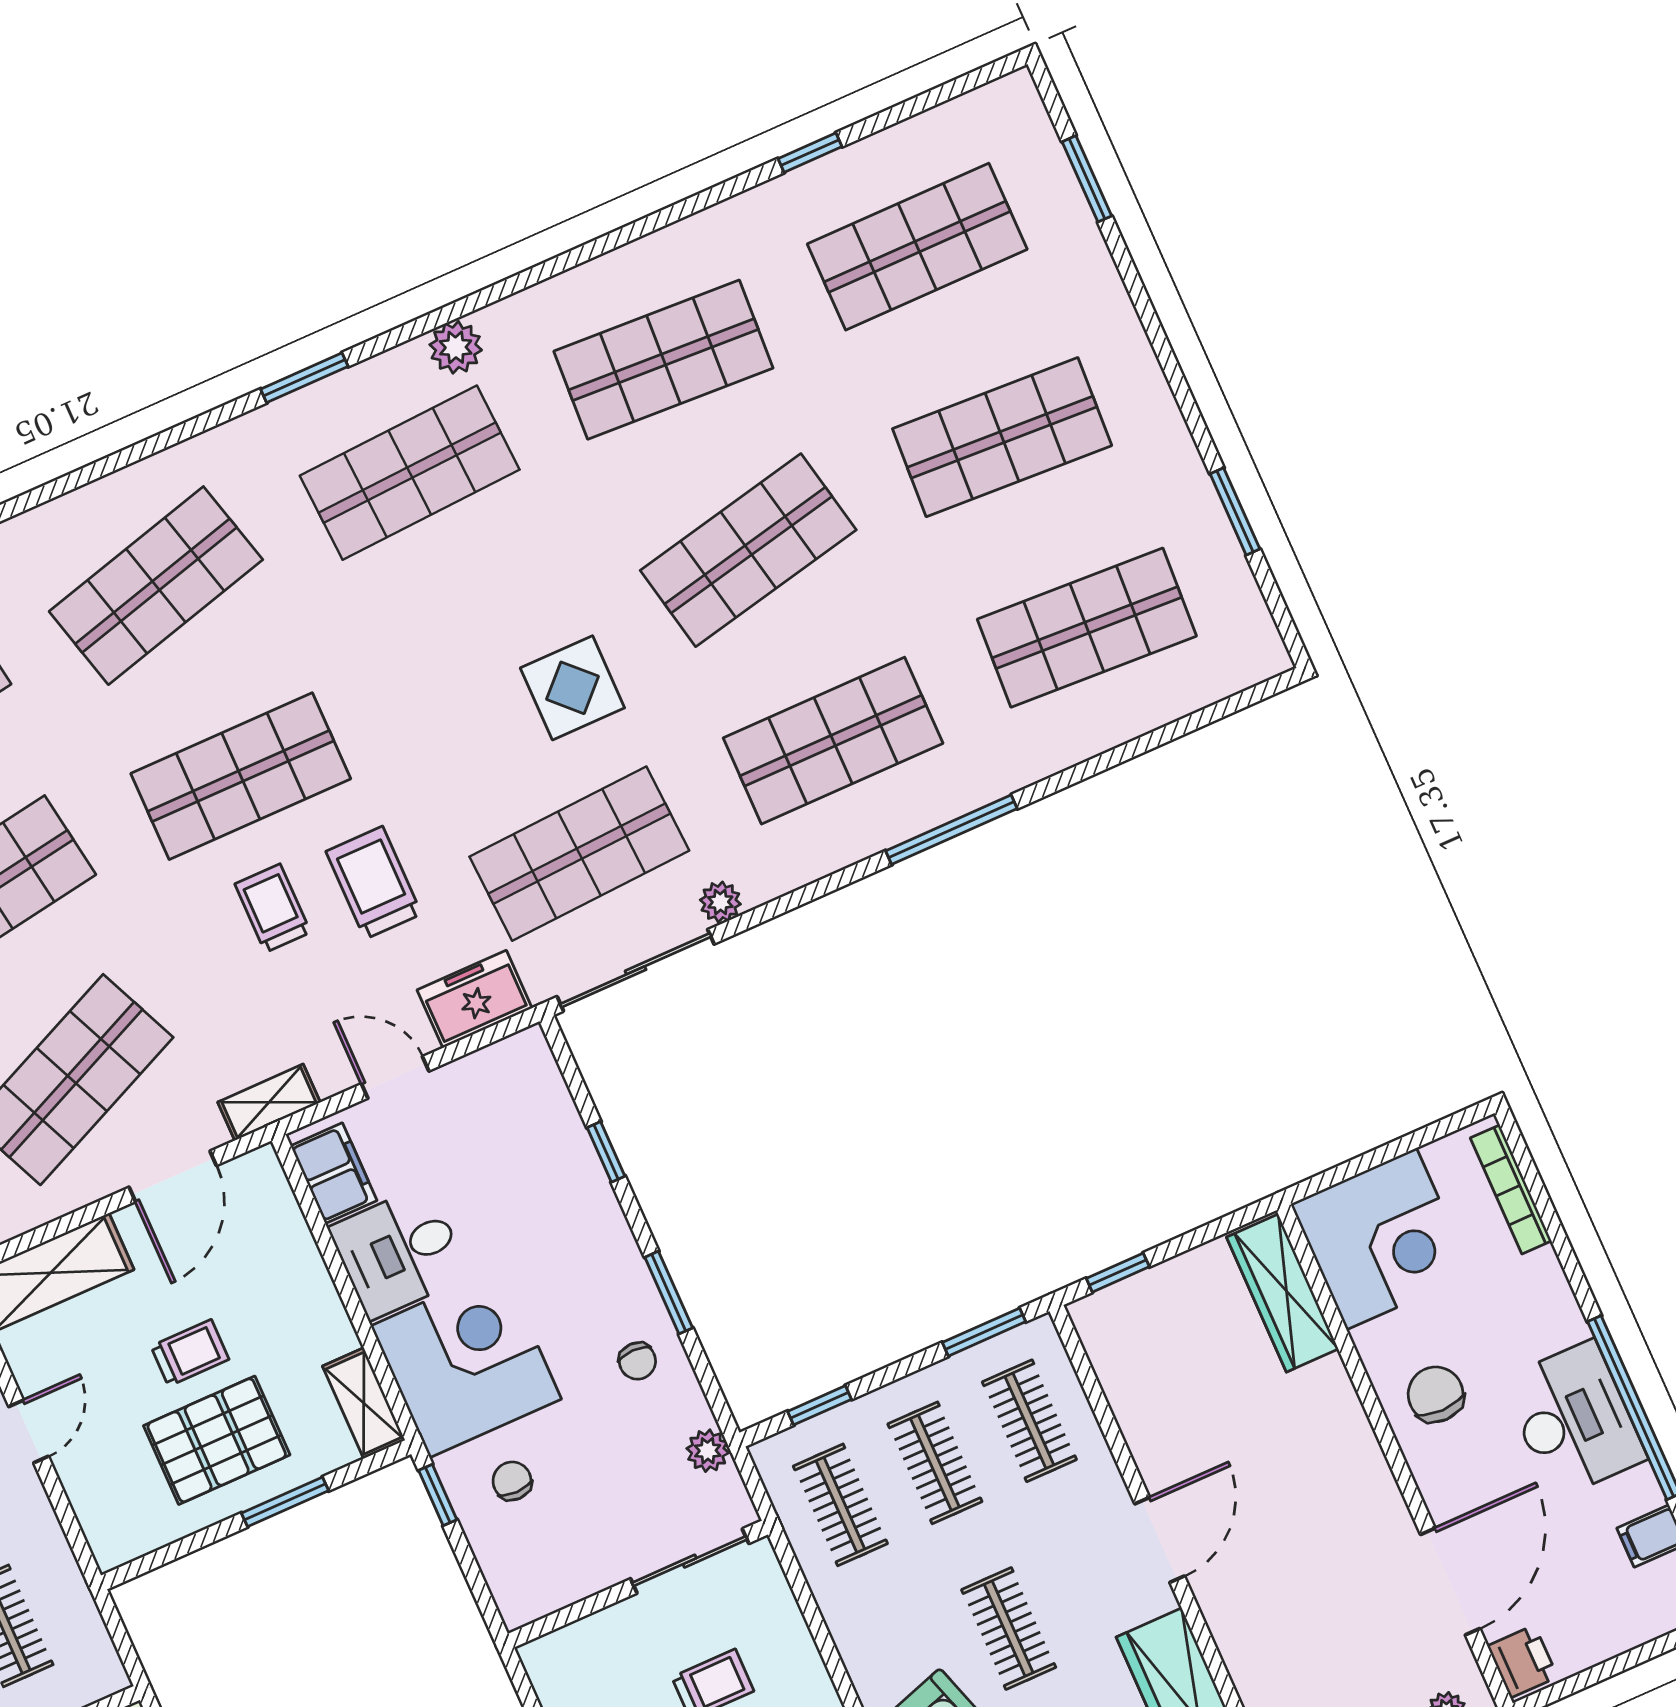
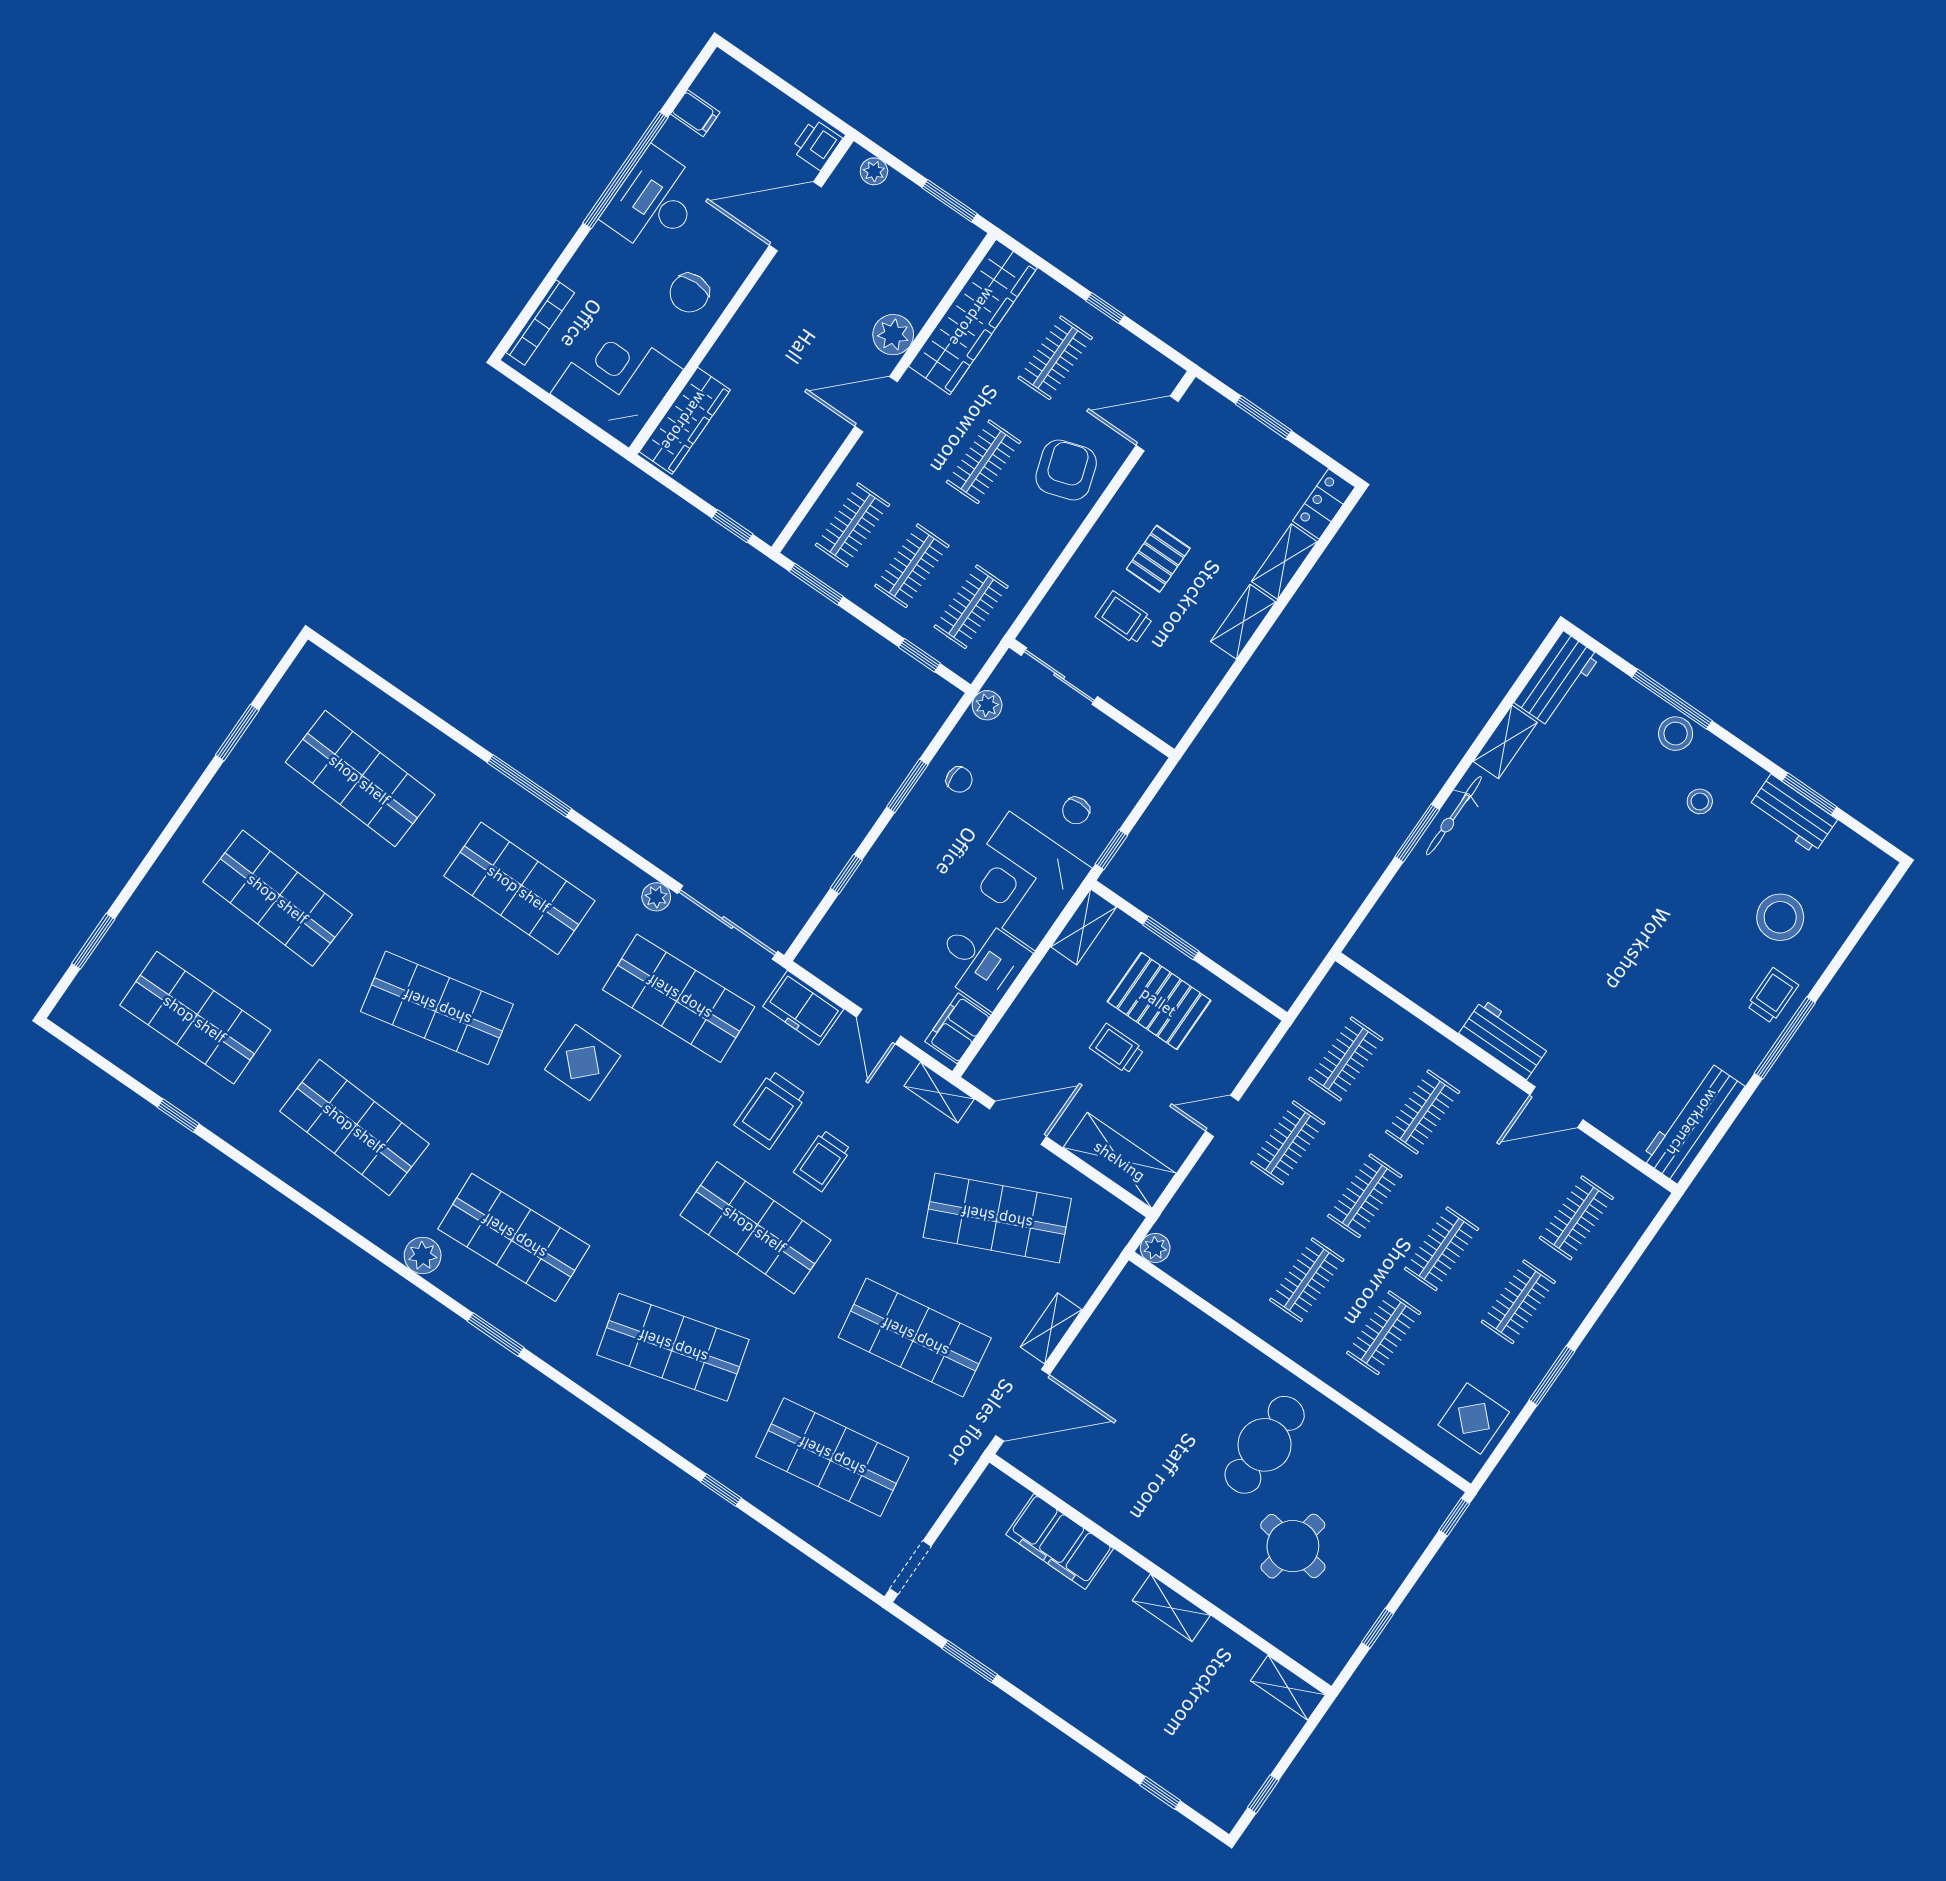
chair: (637, 1361) -> (959, 780), turned 90
plant: (1232, 1613) -> (893, 335), added

